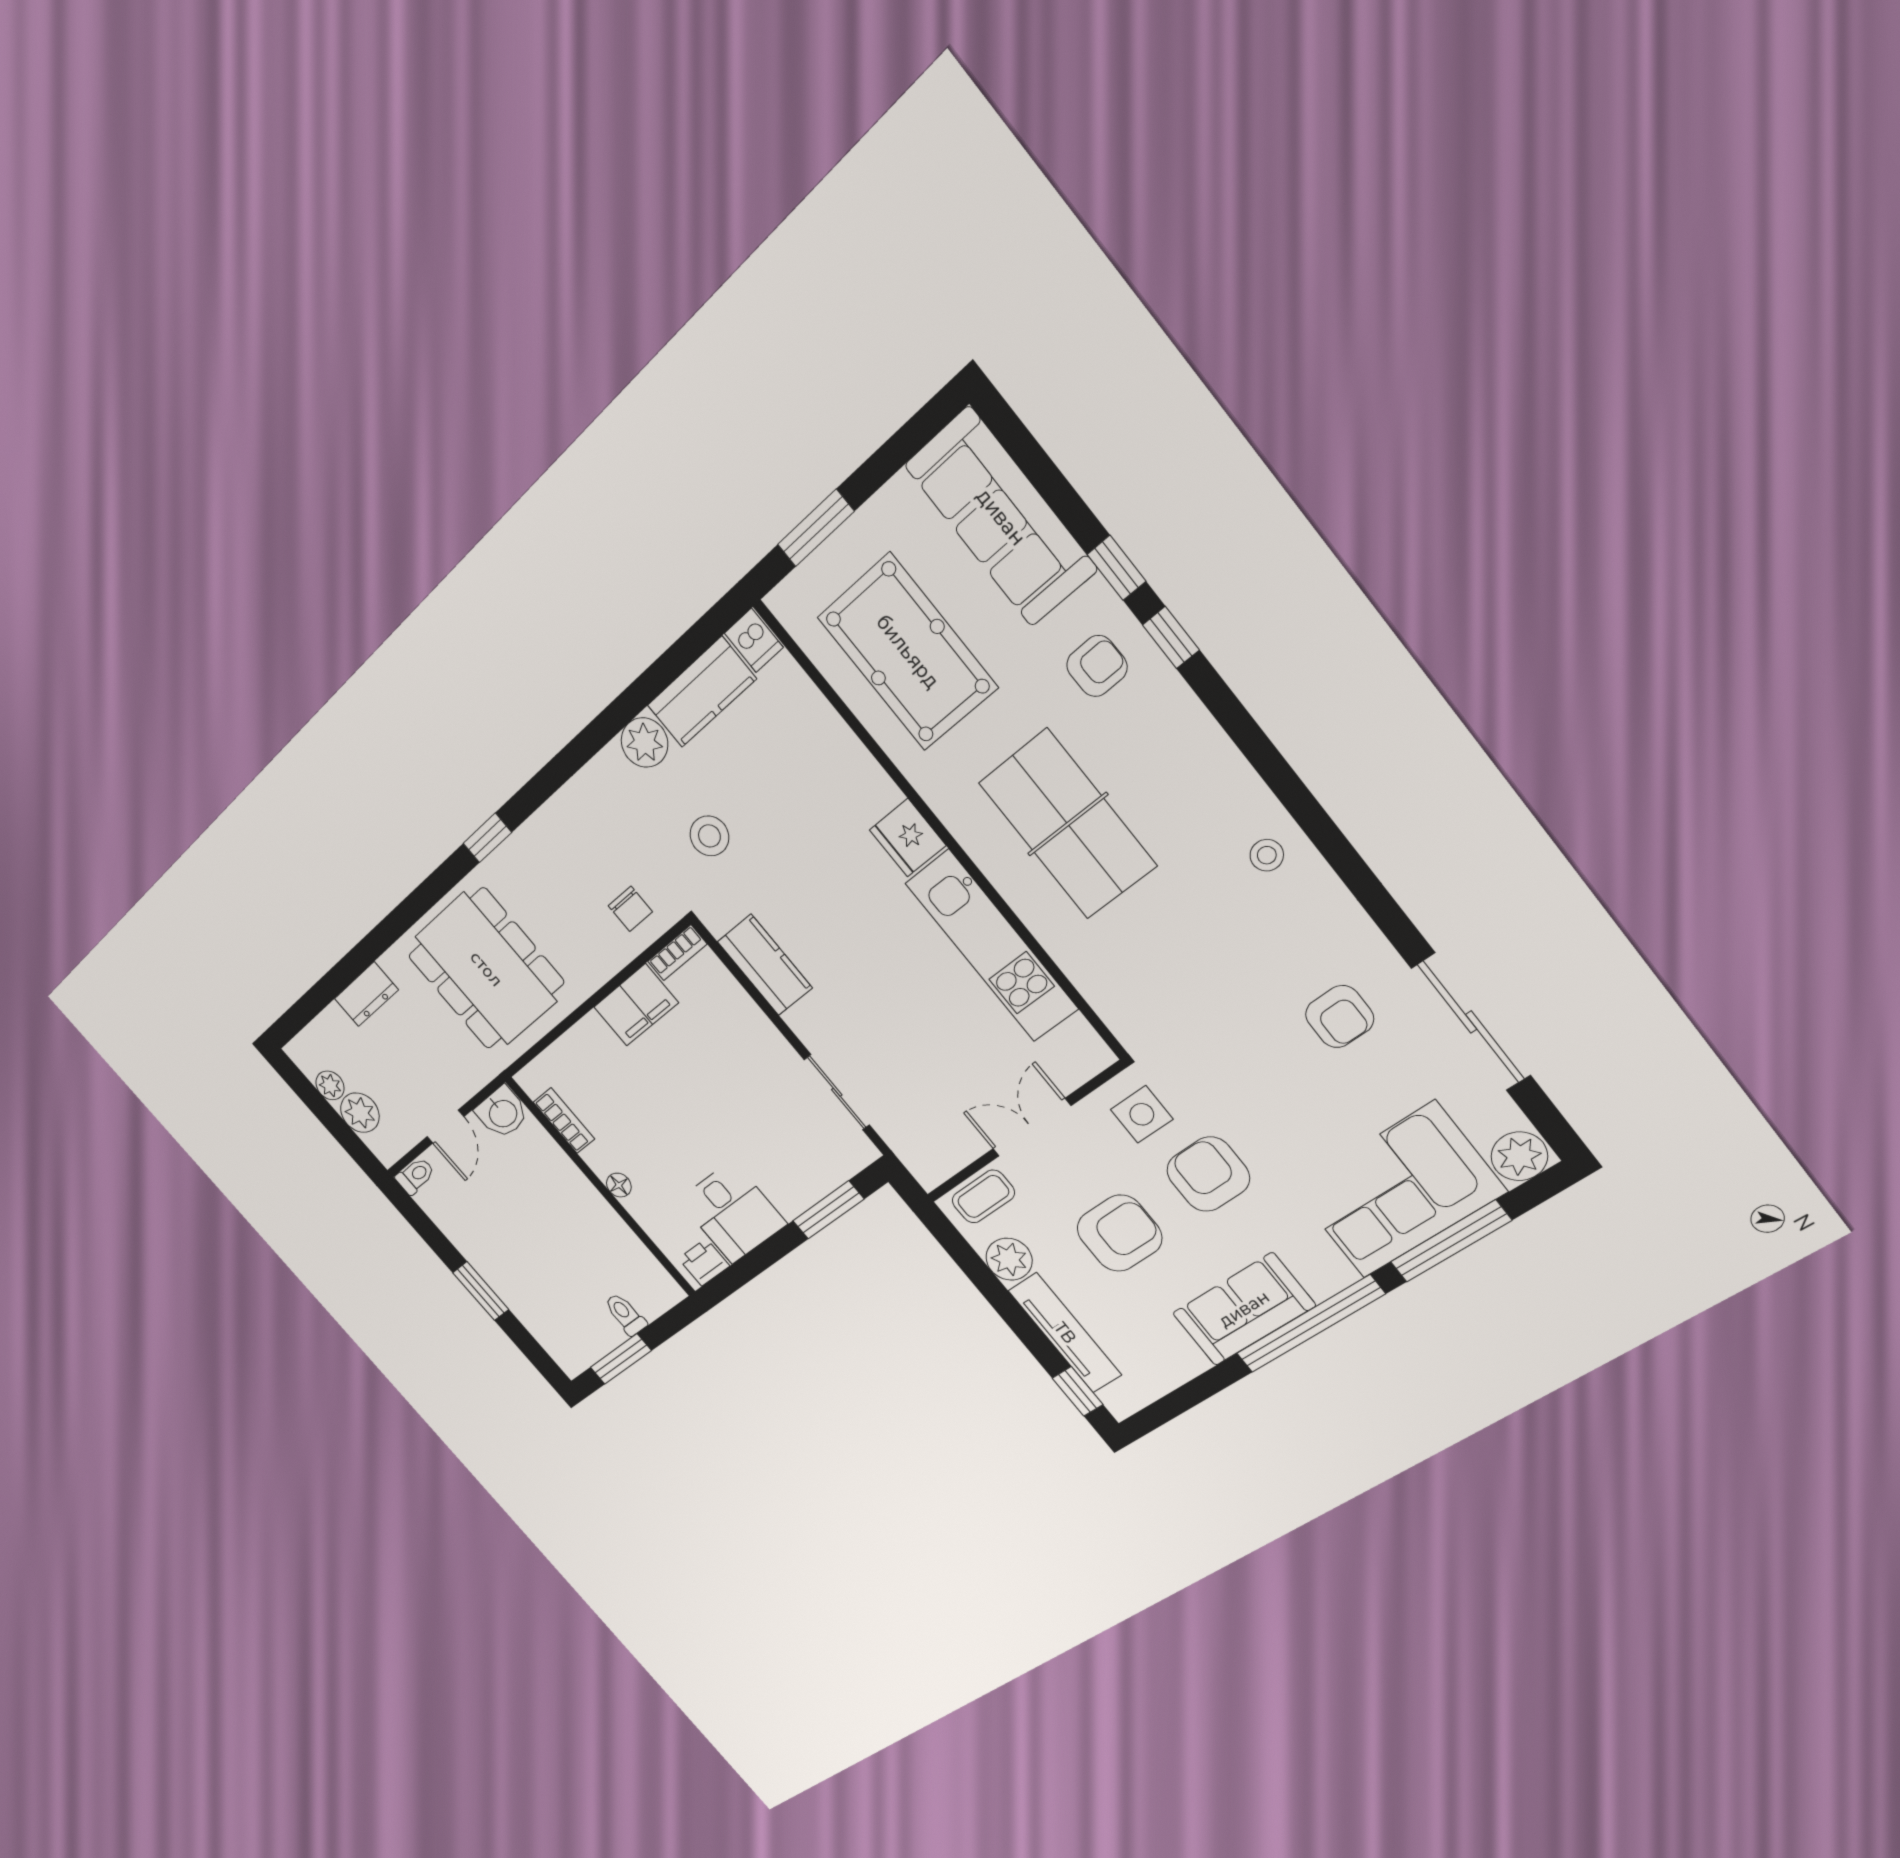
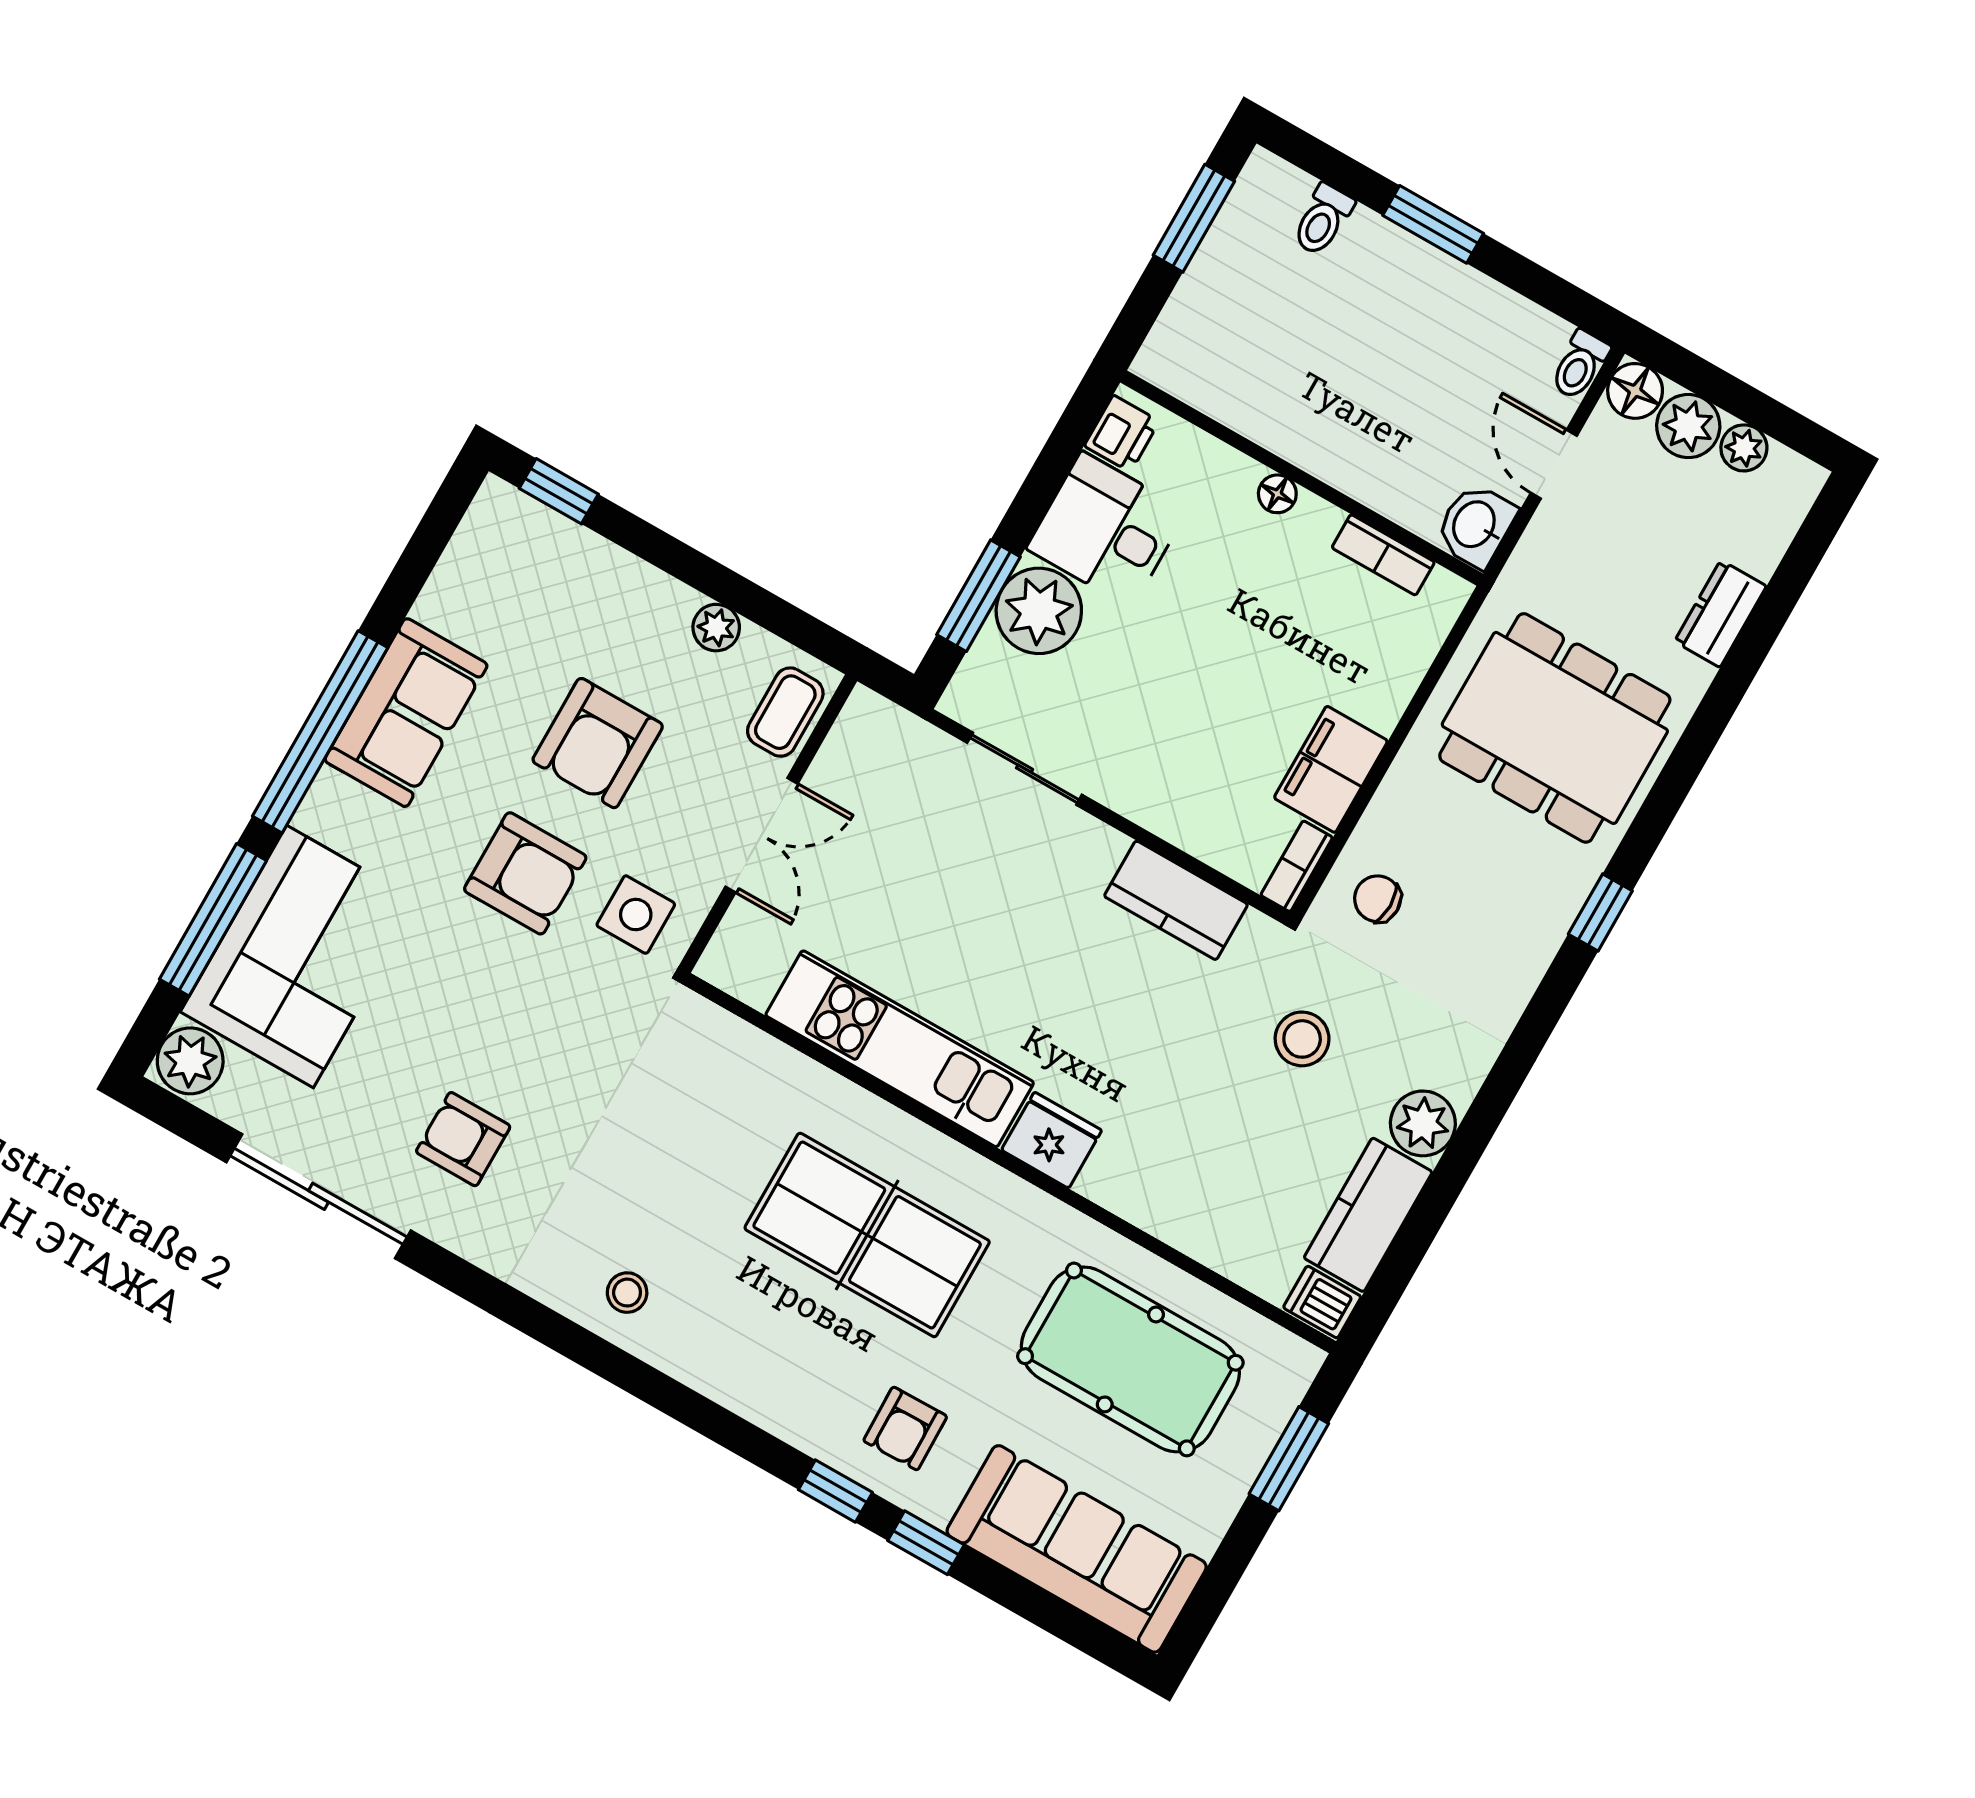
floor lamp: (386, 1147) -> (1635, 391), added
plant: (793, 1184) -> (1039, 611), added
plant: (1009, 1259) -> (716, 628), width x0.73, depth x0.73
toilet: (625, 1314) -> (1323, 220), moved, turned 90
tv unit: (1065, 1333) -> (608, 569), removed

